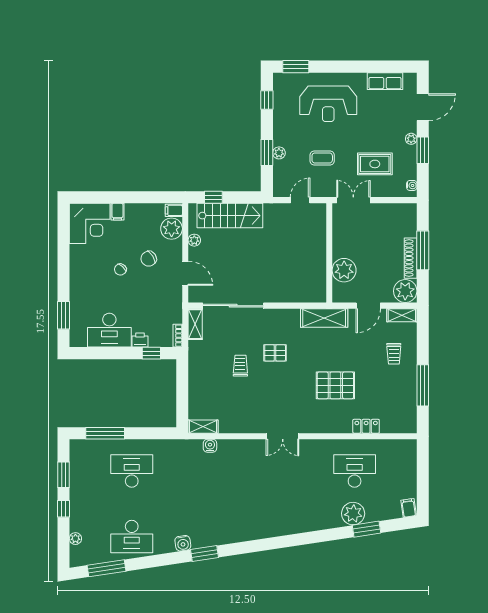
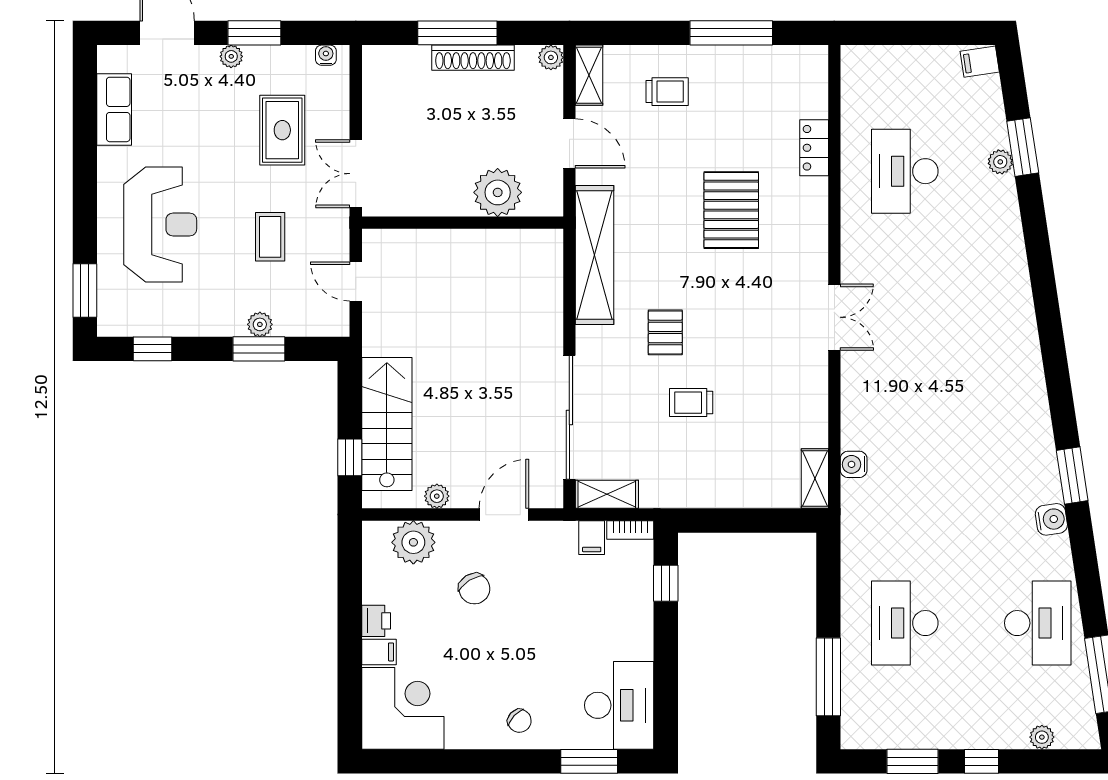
filing cabinet: (174, 210) -> (592, 538), moved
chair: (120, 269) -> (519, 721), moved
plant: (405, 291) -> (551, 57), width x0.53, depth x0.53
shelving: (324, 318) -> (594, 255), width x1.47
desk: (109, 330) -> (619, 705), moved
printer: (140, 340) -> (376, 621), moved, turned 180
plant: (353, 514) -> (1000, 162), width x0.53, depth x0.53

